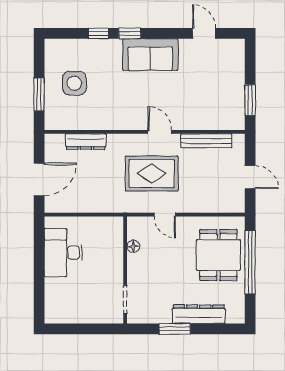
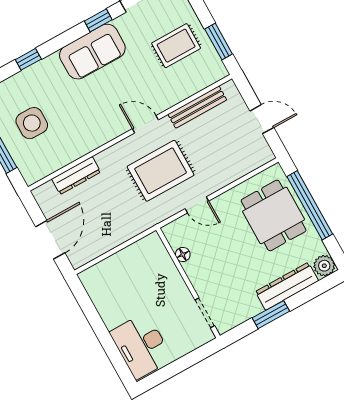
window: (130, 33) -> (98, 20), moved
rug: (216, 85) -> (176, 46), added
desk: (63, 253) -> (141, 346), moved
plant: (236, 314) -> (324, 266), added

